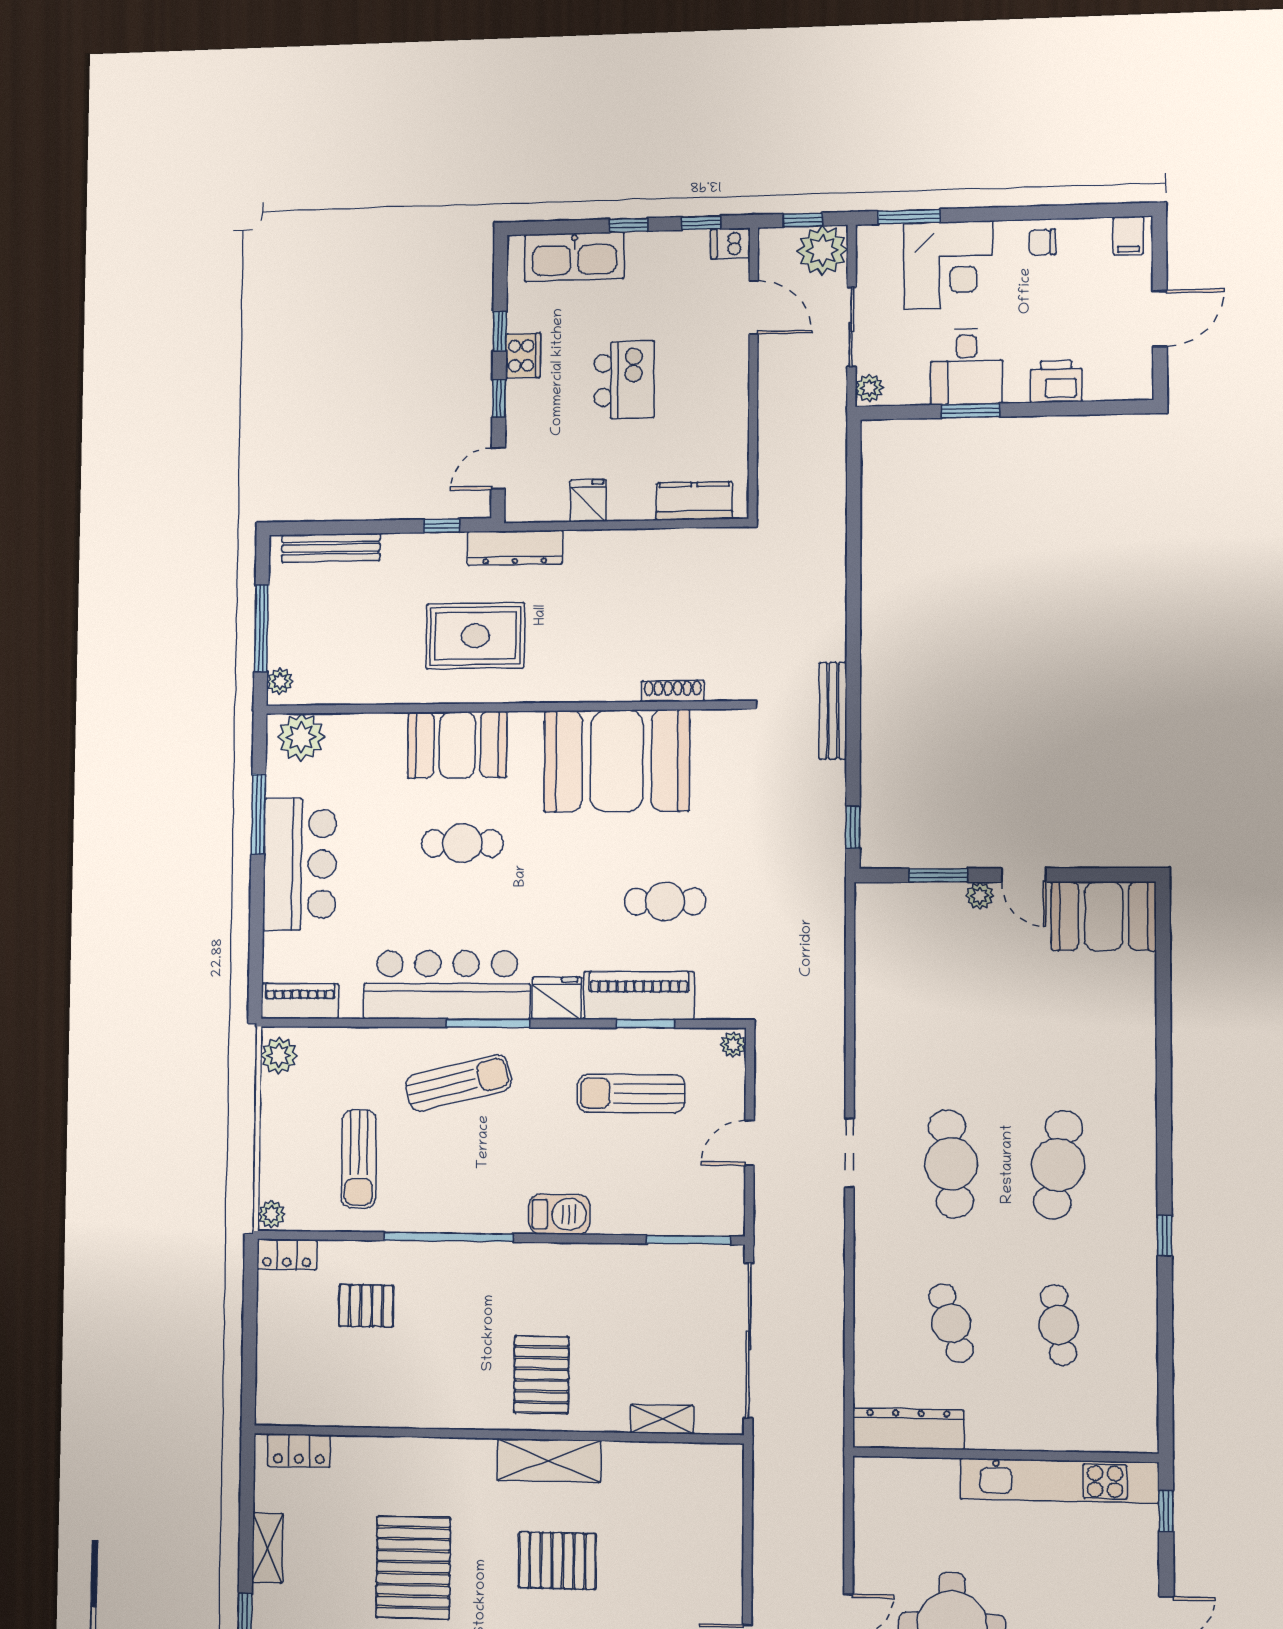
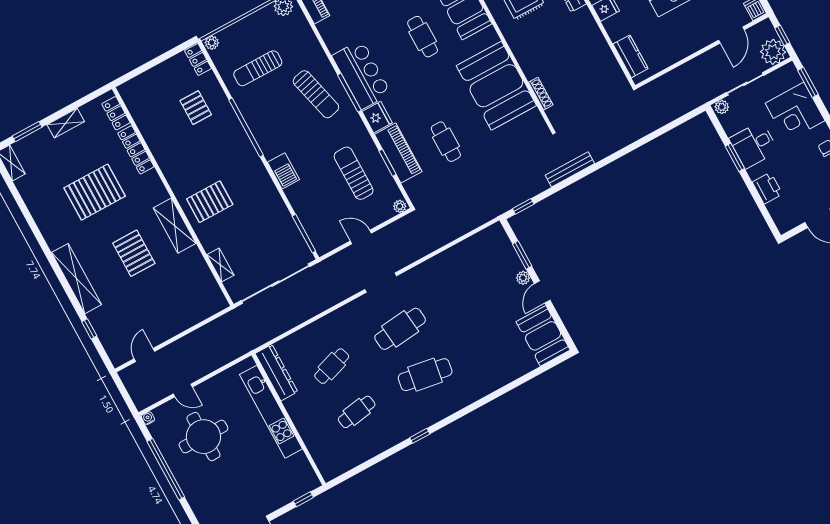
bar counter: (447, 985) -> (362, 75), width x0.73
locker: (381, 1452) -> (136, 150), added
kitchen unit: (1059, 1481) -> (271, 412), moved

